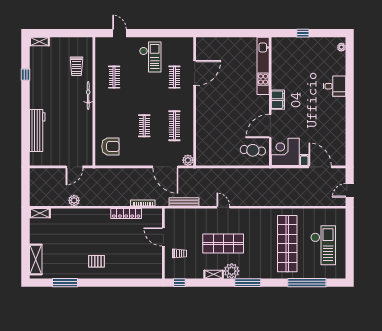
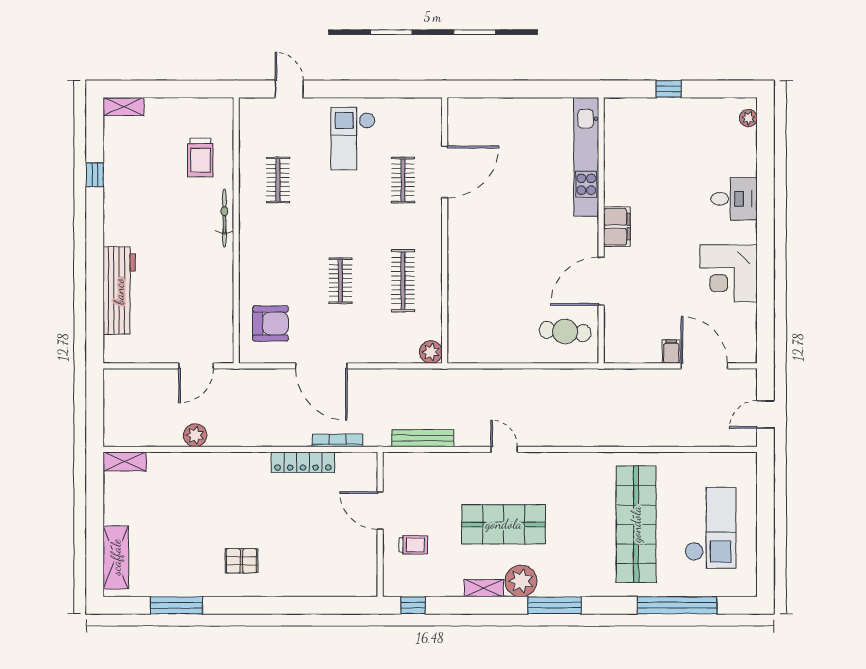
checkout: (150, 57) -> (353, 139), turned 180
corner desk: (285, 152) -> (728, 273), moved, turned -90
door: (165, 167) -> (321, 366), moved

